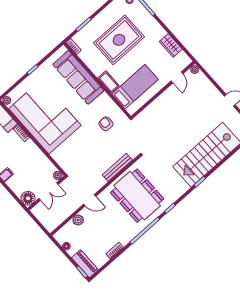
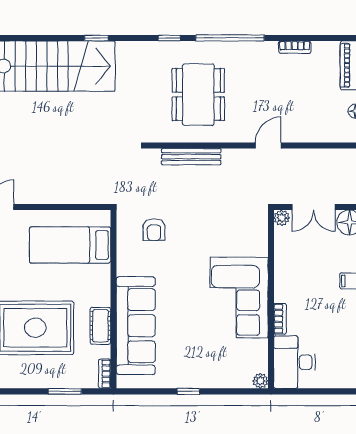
cot: (108, 82) -> (100, 326), moved
corner sofa: (45, 117) -> (239, 298), width x0.73, depth x0.74
double door: (48, 192) -> (314, 207), swing flipped
dining table: (137, 196) -> (198, 95), width x0.73, depth x0.80
door: (90, 200) -> (268, 146), hinge flipped
plant: (78, 220) -> (308, 133), removed

